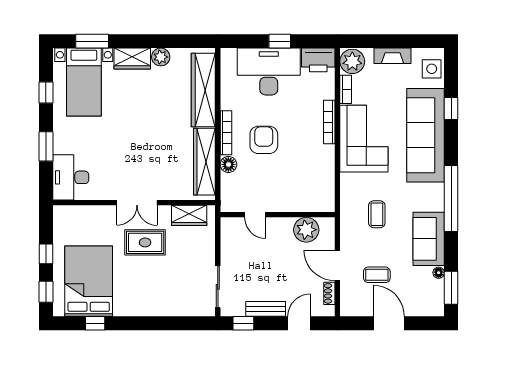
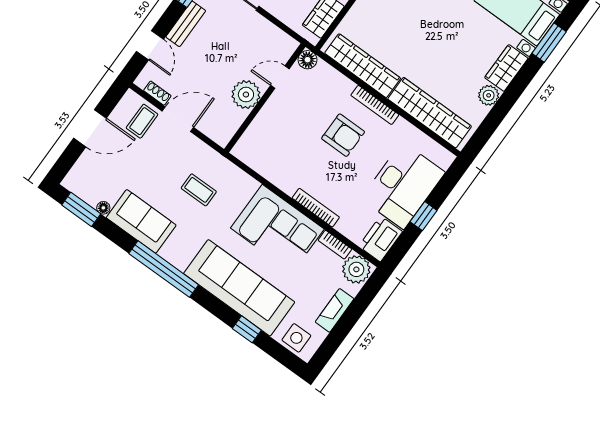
floor lamp: (228, 164) -> (307, 60), moved
plant: (306, 230) -> (246, 95), moved
coffee table: (377, 275) -> (142, 121), moved

